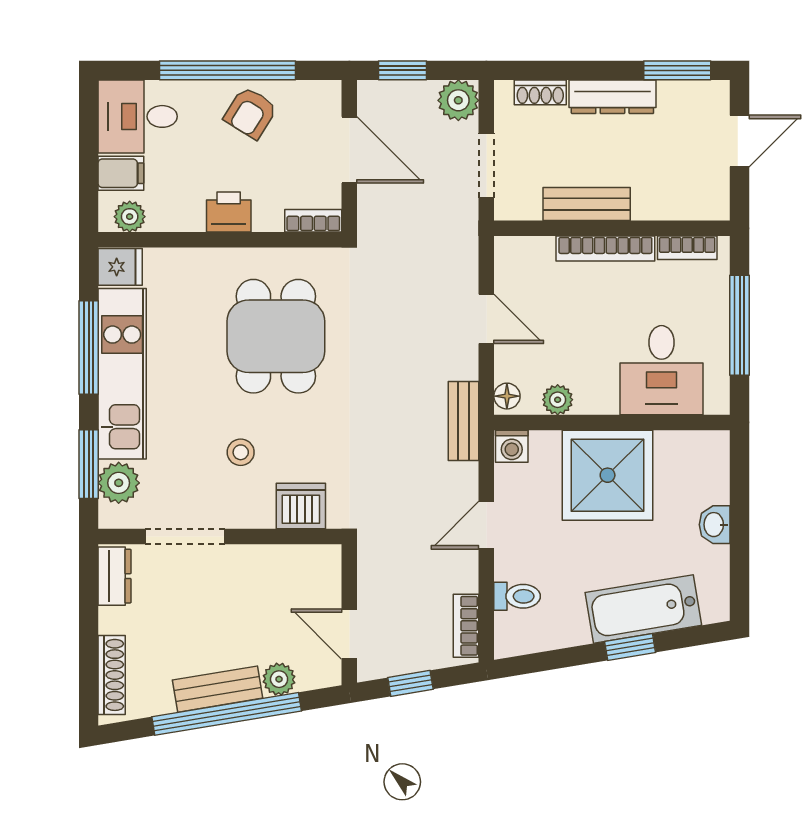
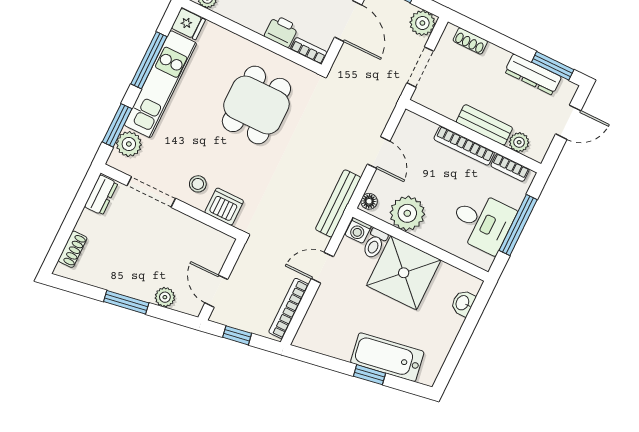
dresser: (612, 97) -> (533, 74), moved
bench: (587, 204) -> (484, 125), moved
plant: (682, 205) -> (519, 142), added
printer: (229, 212) -> (281, 31), moved
desk: (661, 370) -> (482, 222), moved, turned -90
plant: (558, 400) -> (407, 213), width x1.87, depth x1.87
bench: (464, 421) -> (338, 203), width x1.36
stool: (241, 452) -> (198, 184), moved
washbasin: (715, 525) -> (463, 303), moved
toilet: (517, 596) -> (375, 243), moved, turned 90
bookcase: (466, 626) -> (289, 308), width x1.56
shoe rack: (112, 675) -> (73, 249), width x0.70
bench: (218, 689) -> (128, 286), removed
window: (227, 714) -> (126, 302), width x0.47

